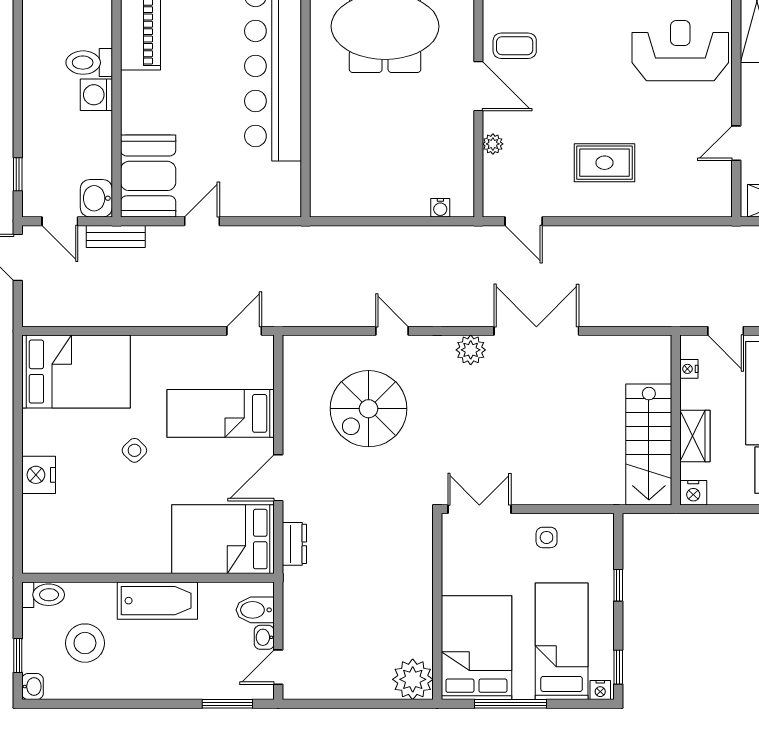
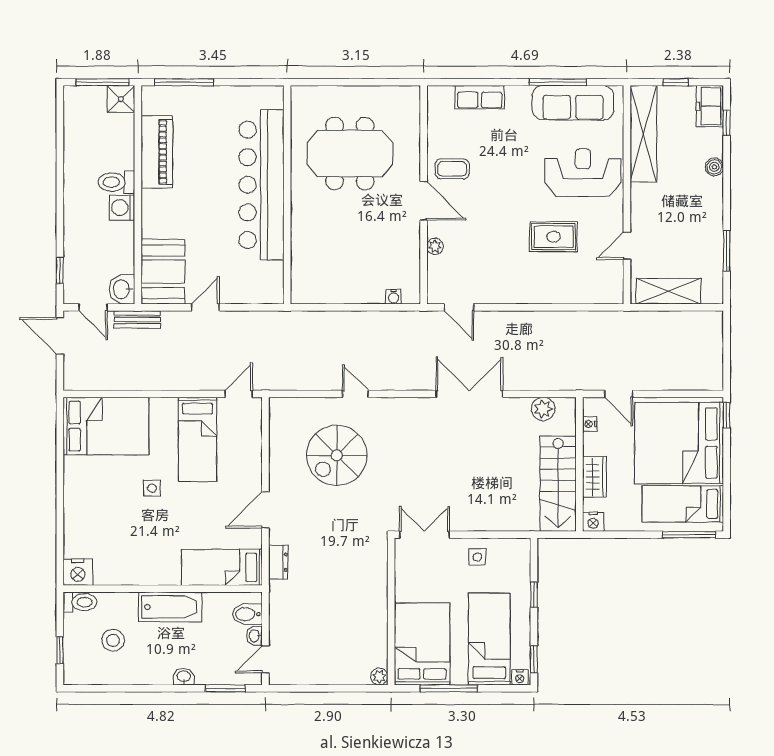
rug: (604, 163) -> (553, 237), moved
plant: (471, 350) -> (543, 409), moved
bed: (221, 413) -> (197, 439), moved, turned -90
side table: (134, 450) -> (152, 488), turned 45
nightstand: (39, 475) -> (78, 572), moved, turned -90
bed: (223, 539) -> (222, 567), width x0.67
stool: (85, 643) -> (113, 640), width x0.73, depth x0.73
plant: (413, 679) -> (379, 676), width x0.53, depth x0.53
washbasin: (32, 687) -> (184, 677), moved, turned -90

